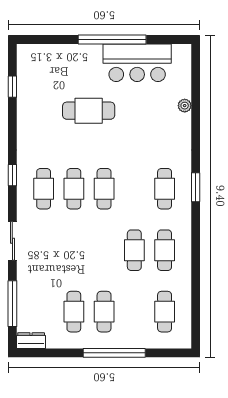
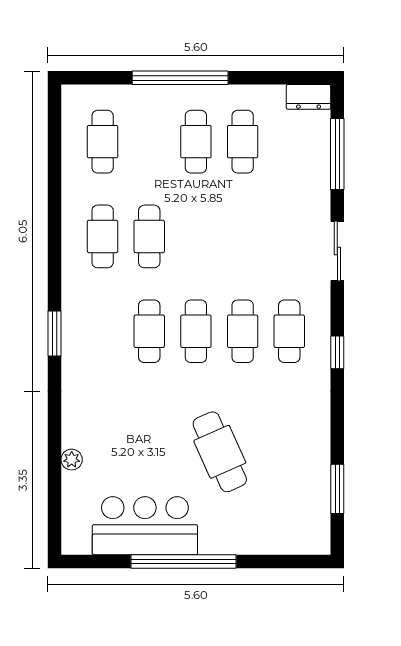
window: (12, 87) -> (337, 489), width x1.50
cafe table: (89, 111) -> (220, 452), turned 66
cafe table: (165, 189) -> (149, 331), moved

